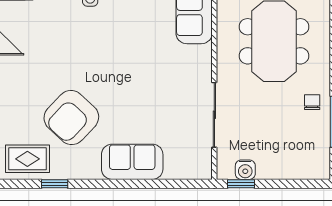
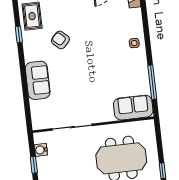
armchair: (71, 117) -> (60, 40), width x0.53, depth x0.53
window: (241, 184) -> (34, 165), moved

